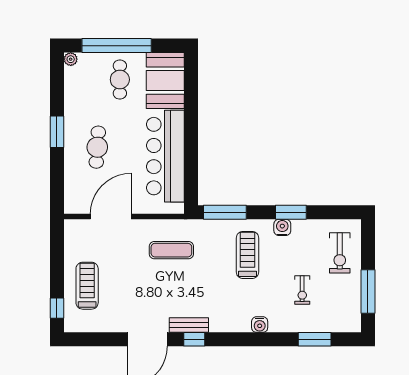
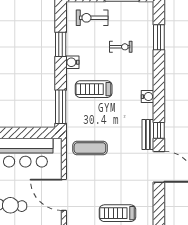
window: (291, 212) -> (61, 44), moved
exercise mat: (171, 250) -> (90, 148), turned 90
exercise bike: (340, 253) -> (92, 18), turned 180
water cooler: (260, 325) -> (148, 97), moved

